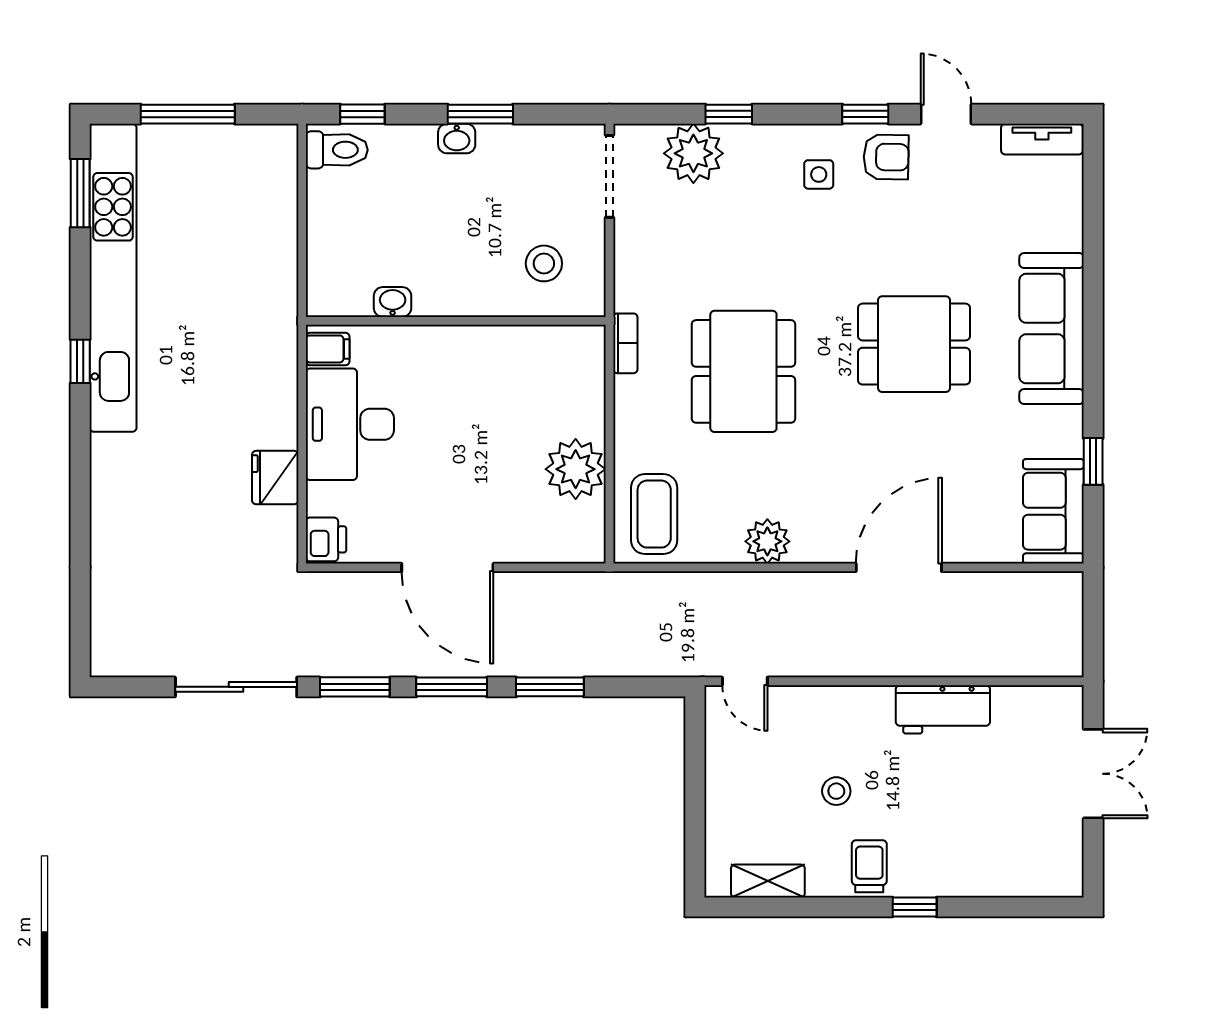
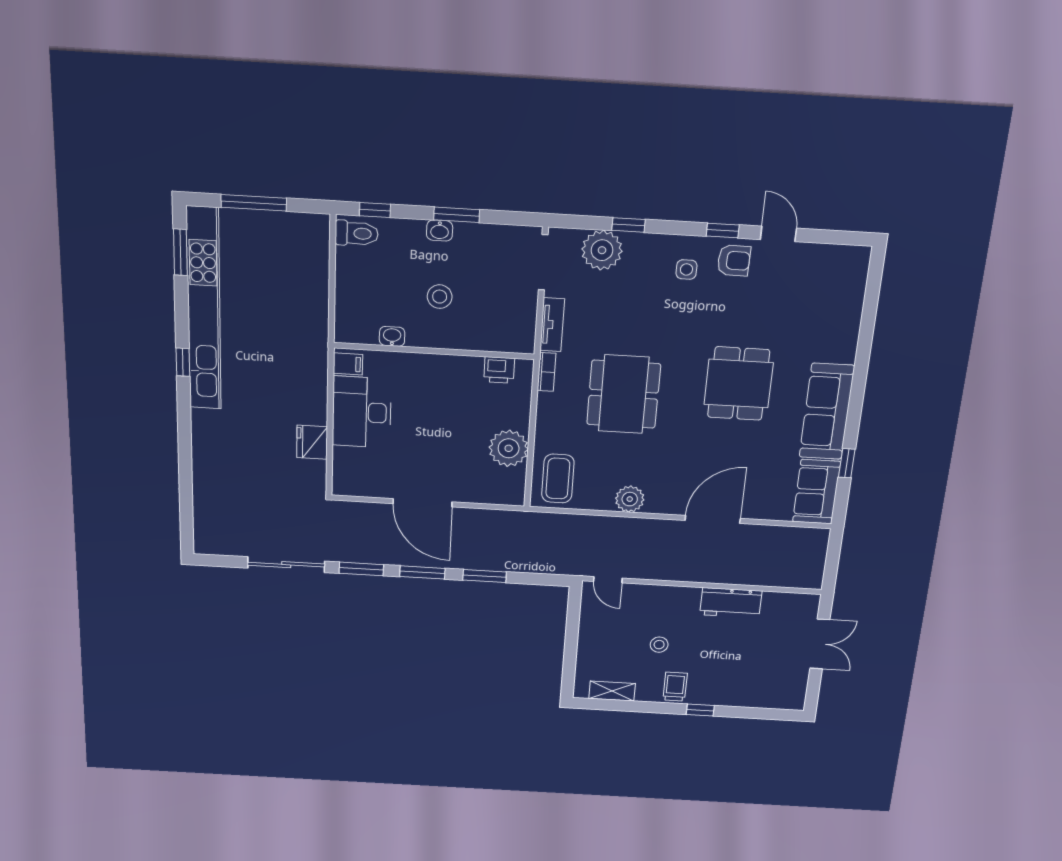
tv unit: (1042, 139) -> (552, 325), moved, turned -90
stool: (544, 263) -> (440, 297), moved
sofa: (1052, 329) -> (827, 412), moved
dining table: (914, 344) -> (739, 384), turned 90
printer: (326, 539) -> (499, 370), moved, turned 90

